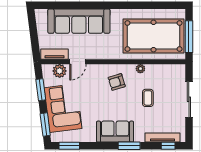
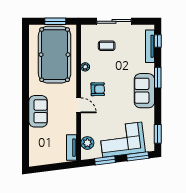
sofa: (79, 21) -> (38, 111), width x0.54, depth x0.79
window: (189, 37) -> (55, 21), width x0.69
door: (78, 62) -> (79, 105), moved
armchair: (117, 82) -> (98, 89), turned -74
coffee table: (148, 98) -> (107, 46), moved

